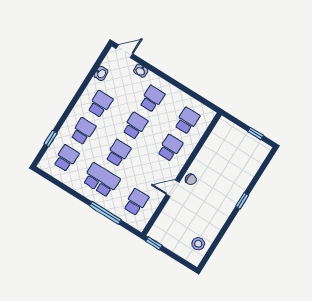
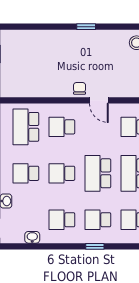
school desk: (187, 121) -> (26, 127), width x1.85
window: (51, 139) -> (95, 246), moved
school desk: (118, 153) -> (98, 173), width x1.85
window: (242, 201) -> (86, 27), moved

